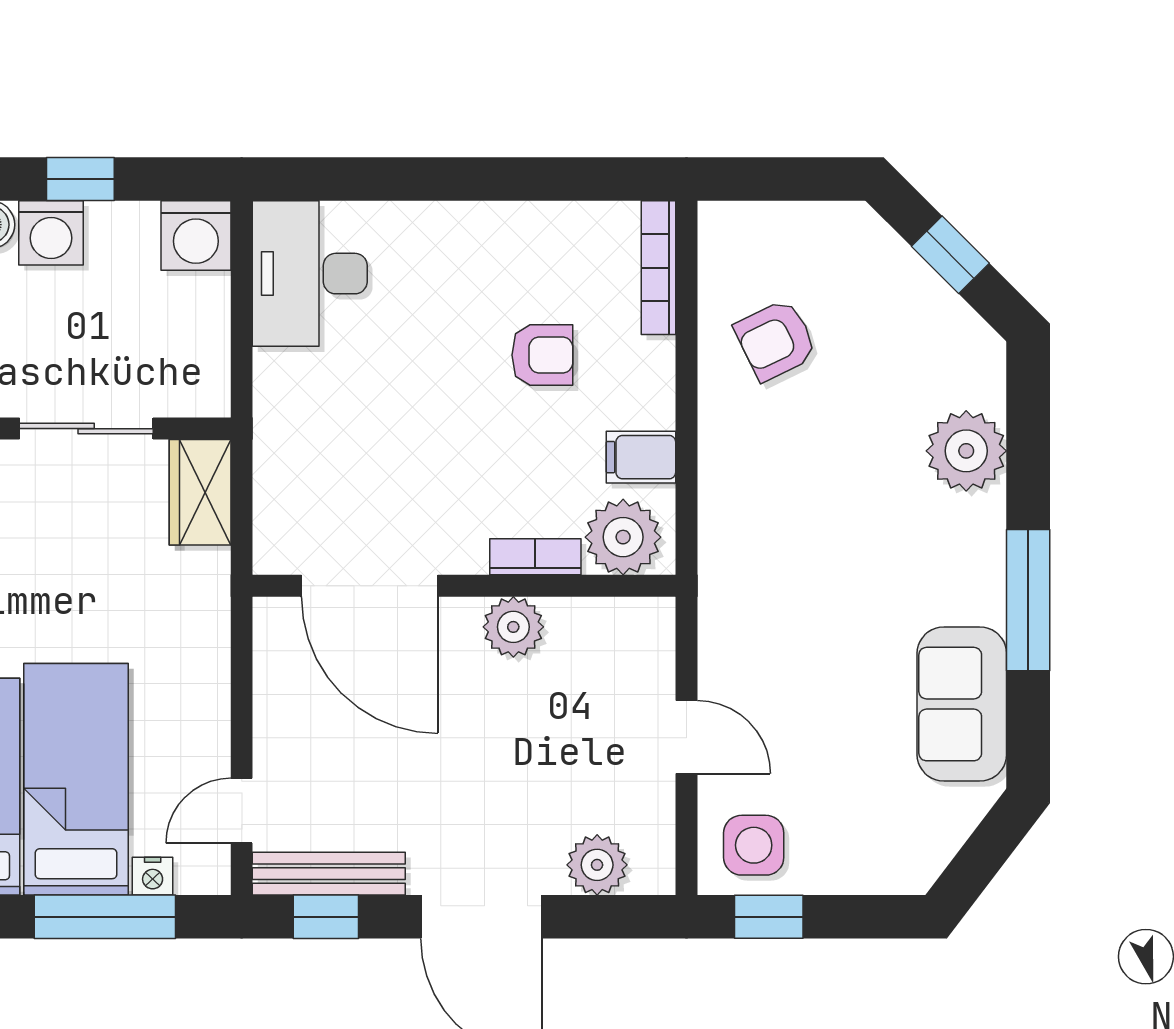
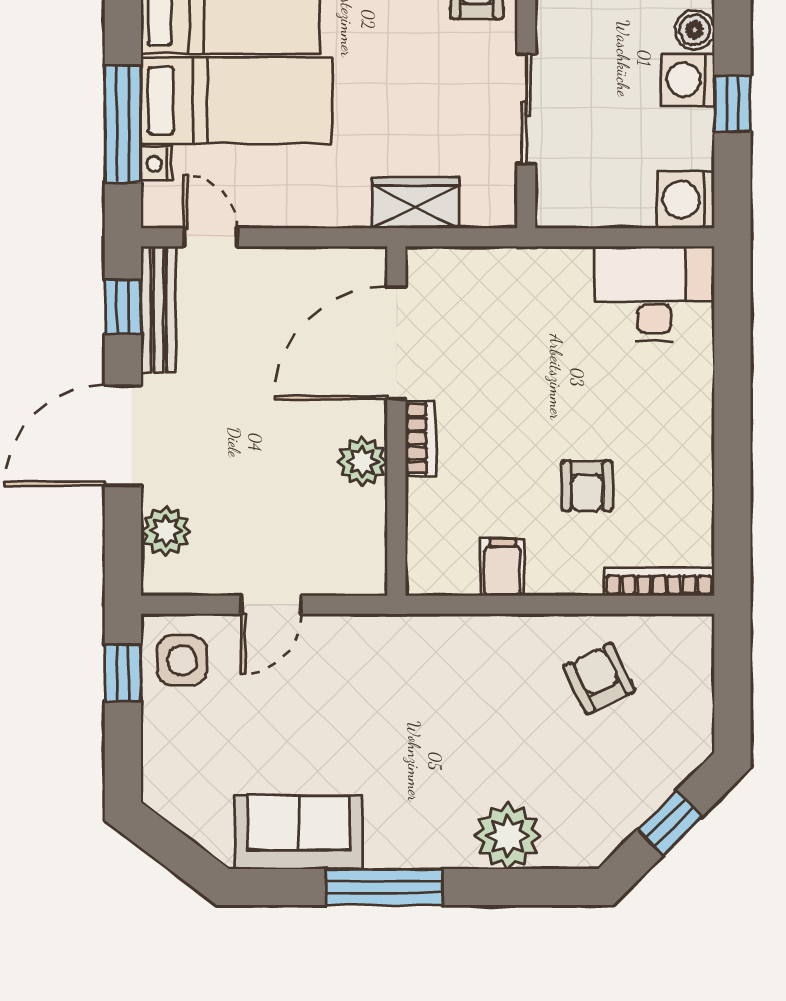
wardrobe: (200, 492) -> (416, 203), moved
plant: (623, 537) -> (437, 552), removed
bookcase: (535, 557) -> (420, 439), moved

